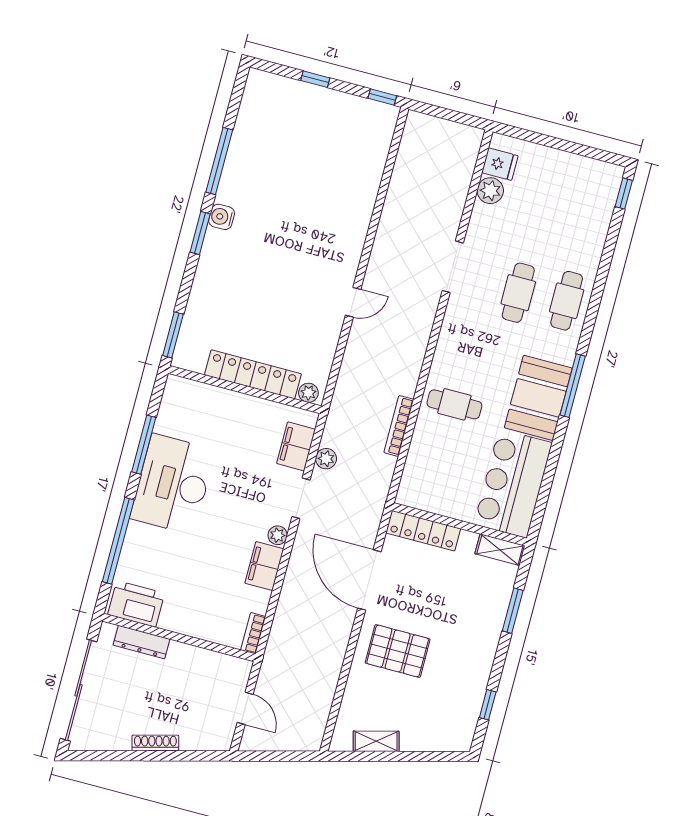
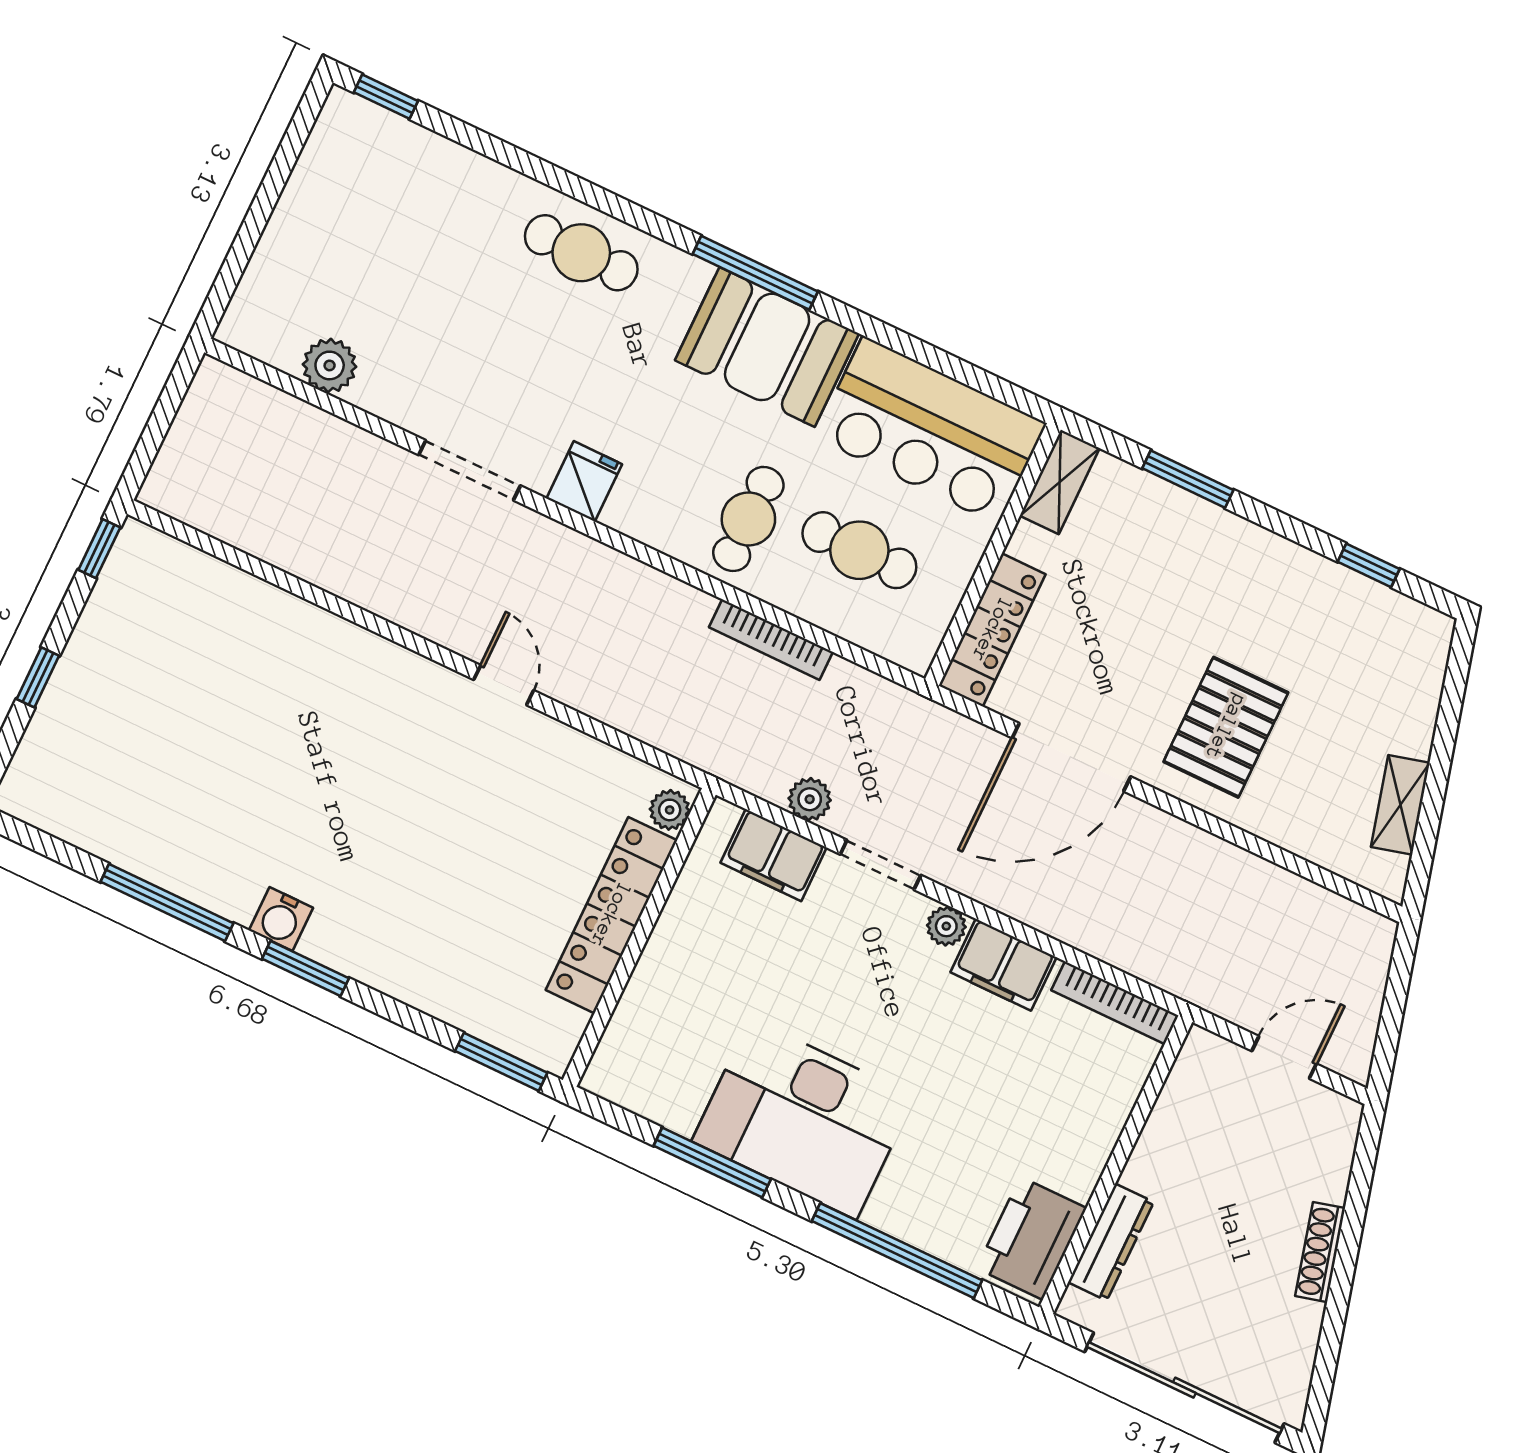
fridge: (500, 164) -> (584, 481), moved
cafe table: (518, 293) -> (859, 550), moved
bookcase: (253, 633) -> (1115, 1003), width x1.56

